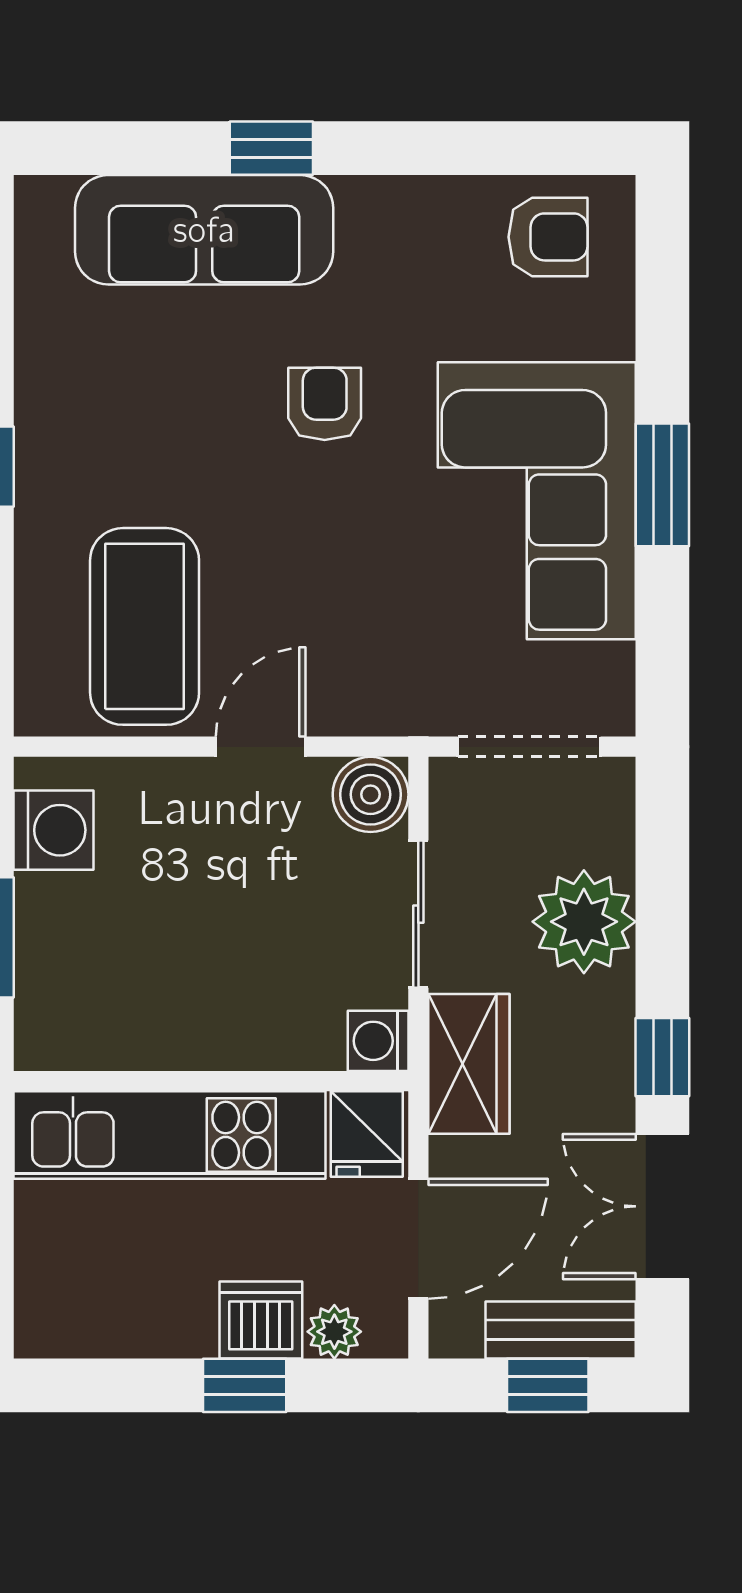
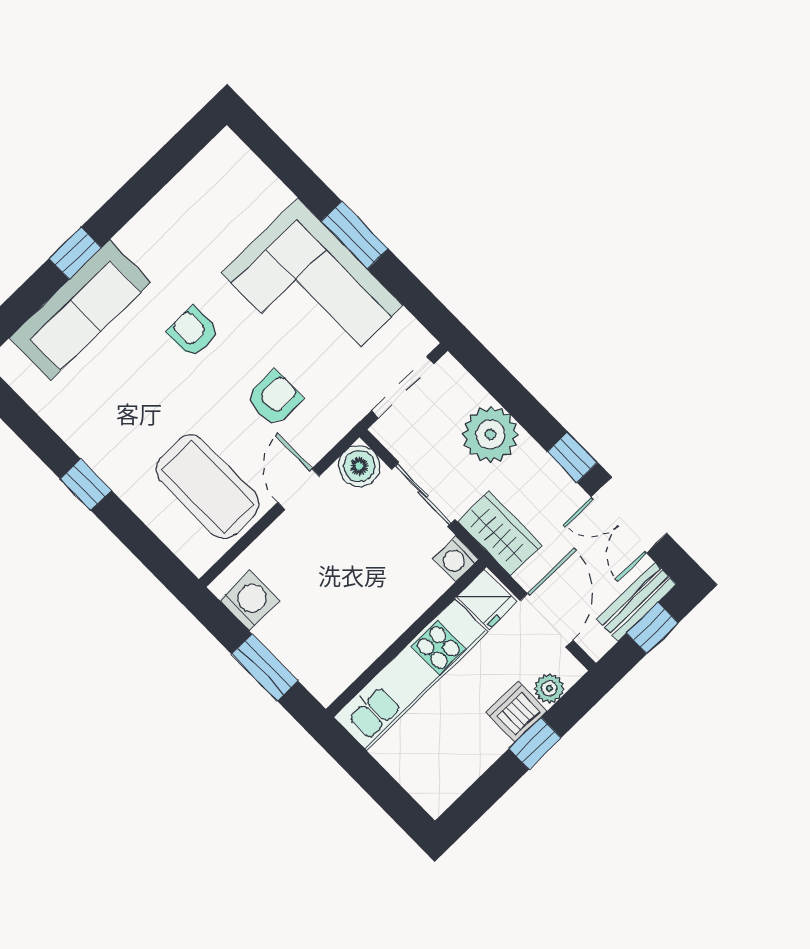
armchair: (548, 237) -> (274, 398), moved

